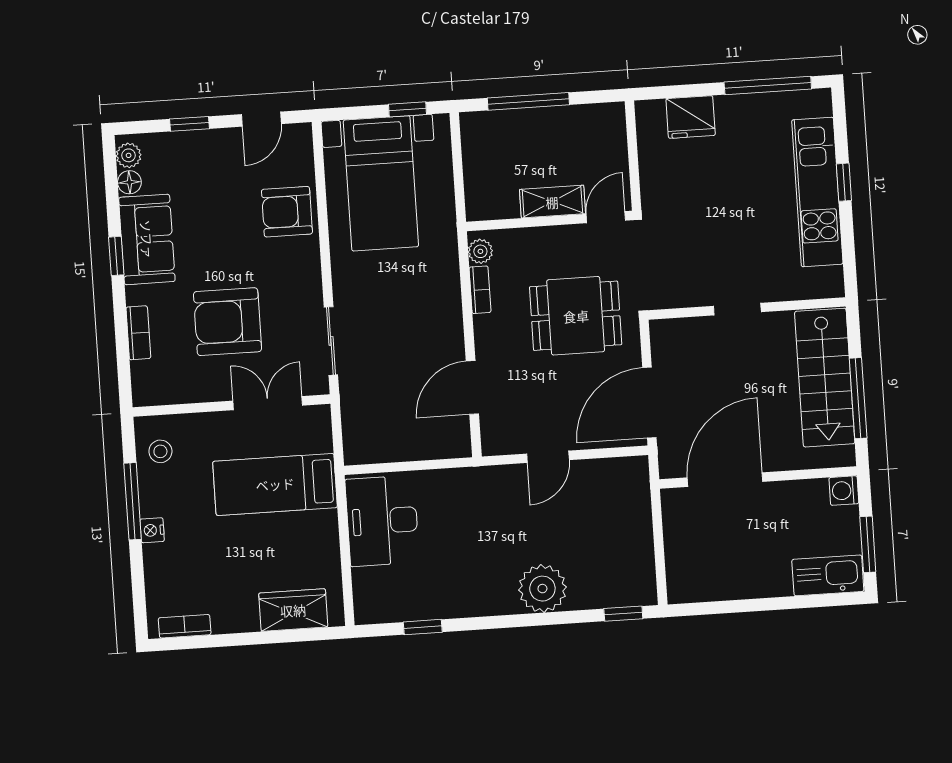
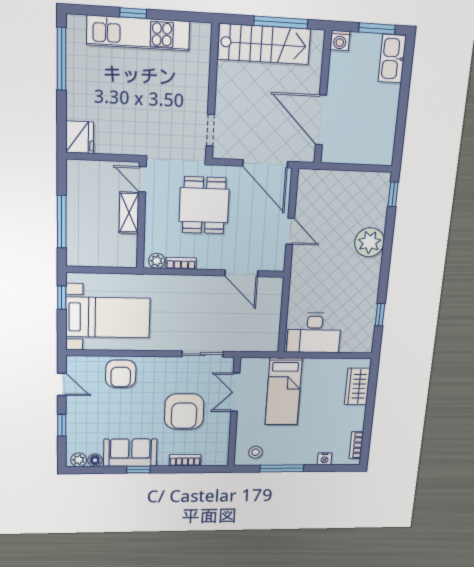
fridge: (691, 117) -> (80, 137), moved
doorway: (737, 309) -> (210, 130), moved
nightstand: (152, 530) -> (325, 459), moved

